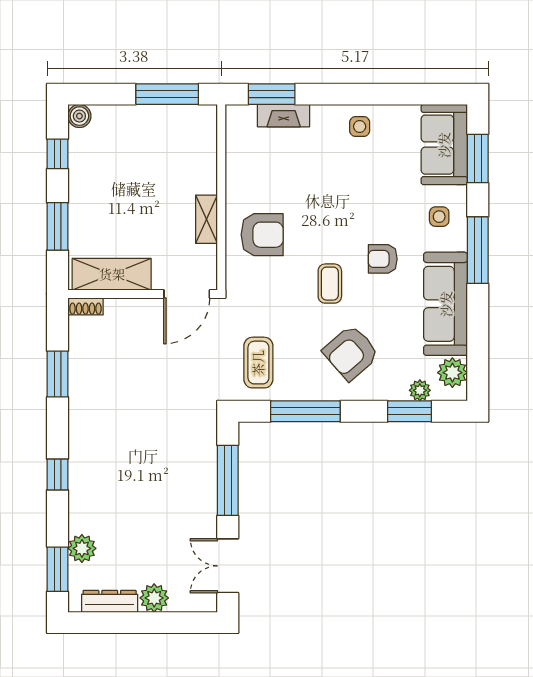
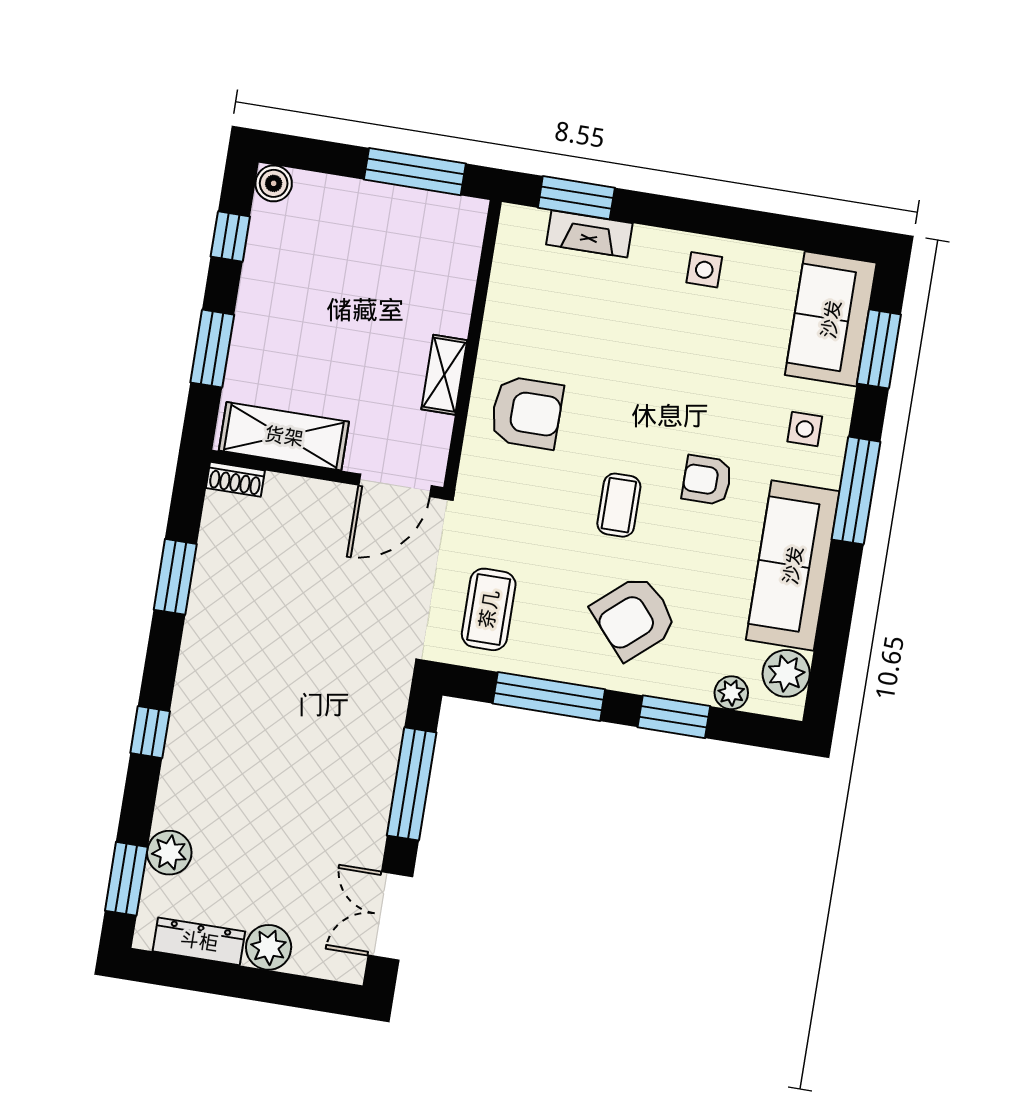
window: (409, 411) -> (674, 717), moved

